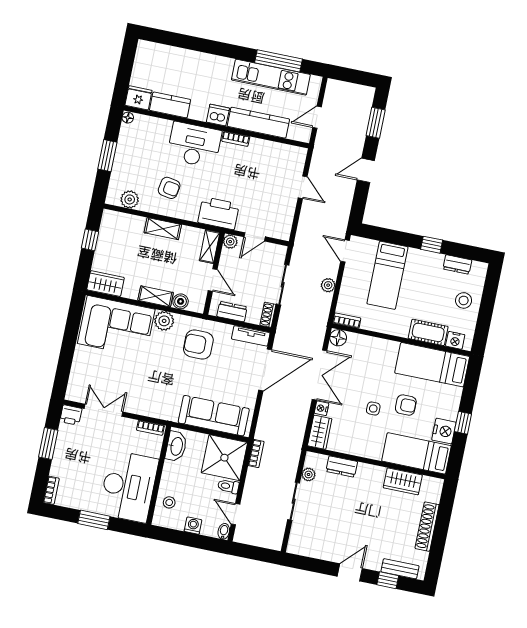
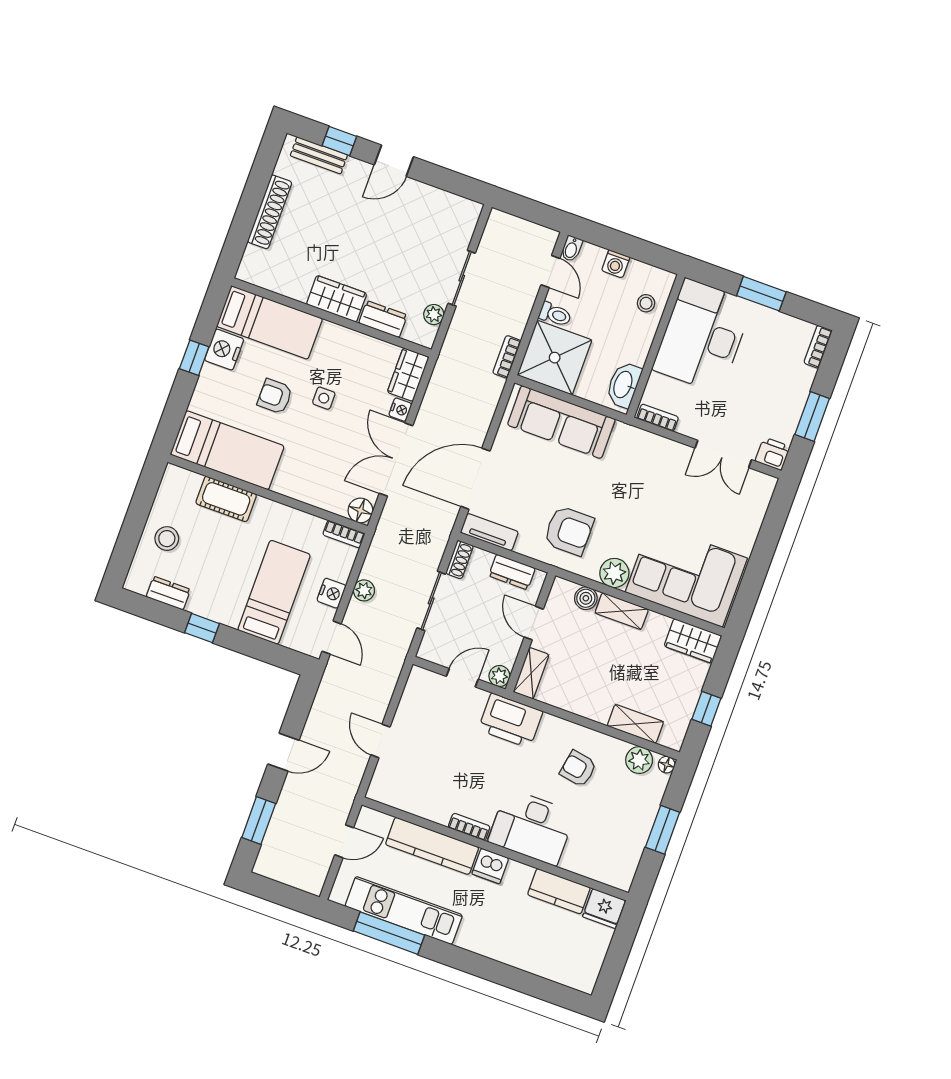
floor lamp: (128, 118) -> (667, 765), moved
shelving: (163, 229) -> (635, 724), moved
nightstand: (455, 340) -> (331, 593), moved, turned 90
wardrobe: (403, 481) -> (337, 299), moved

